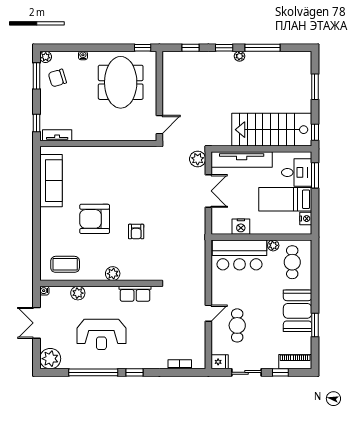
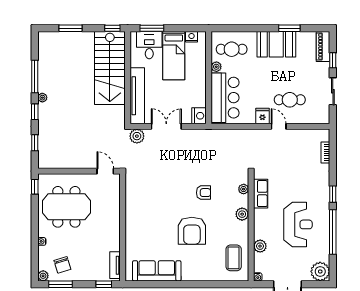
nightstand: (241, 227) -> (199, 116), moved
plant: (140, 275) -> (244, 189), added
fridge: (220, 362) -> (262, 116), moved

